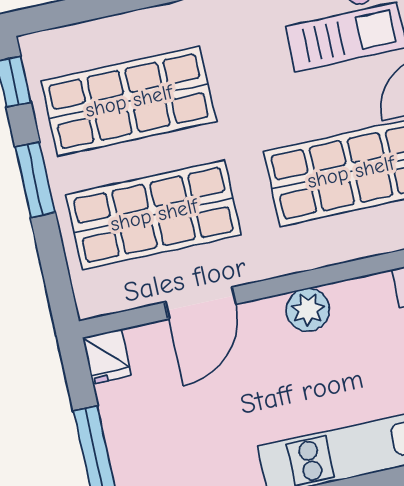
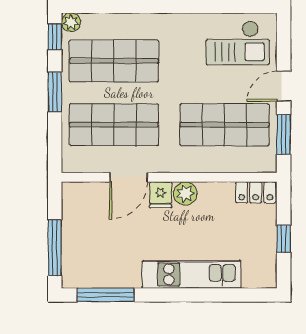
plant: (37, 49) -> (71, 22), added
fridge: (107, 356) -> (161, 195), moved

